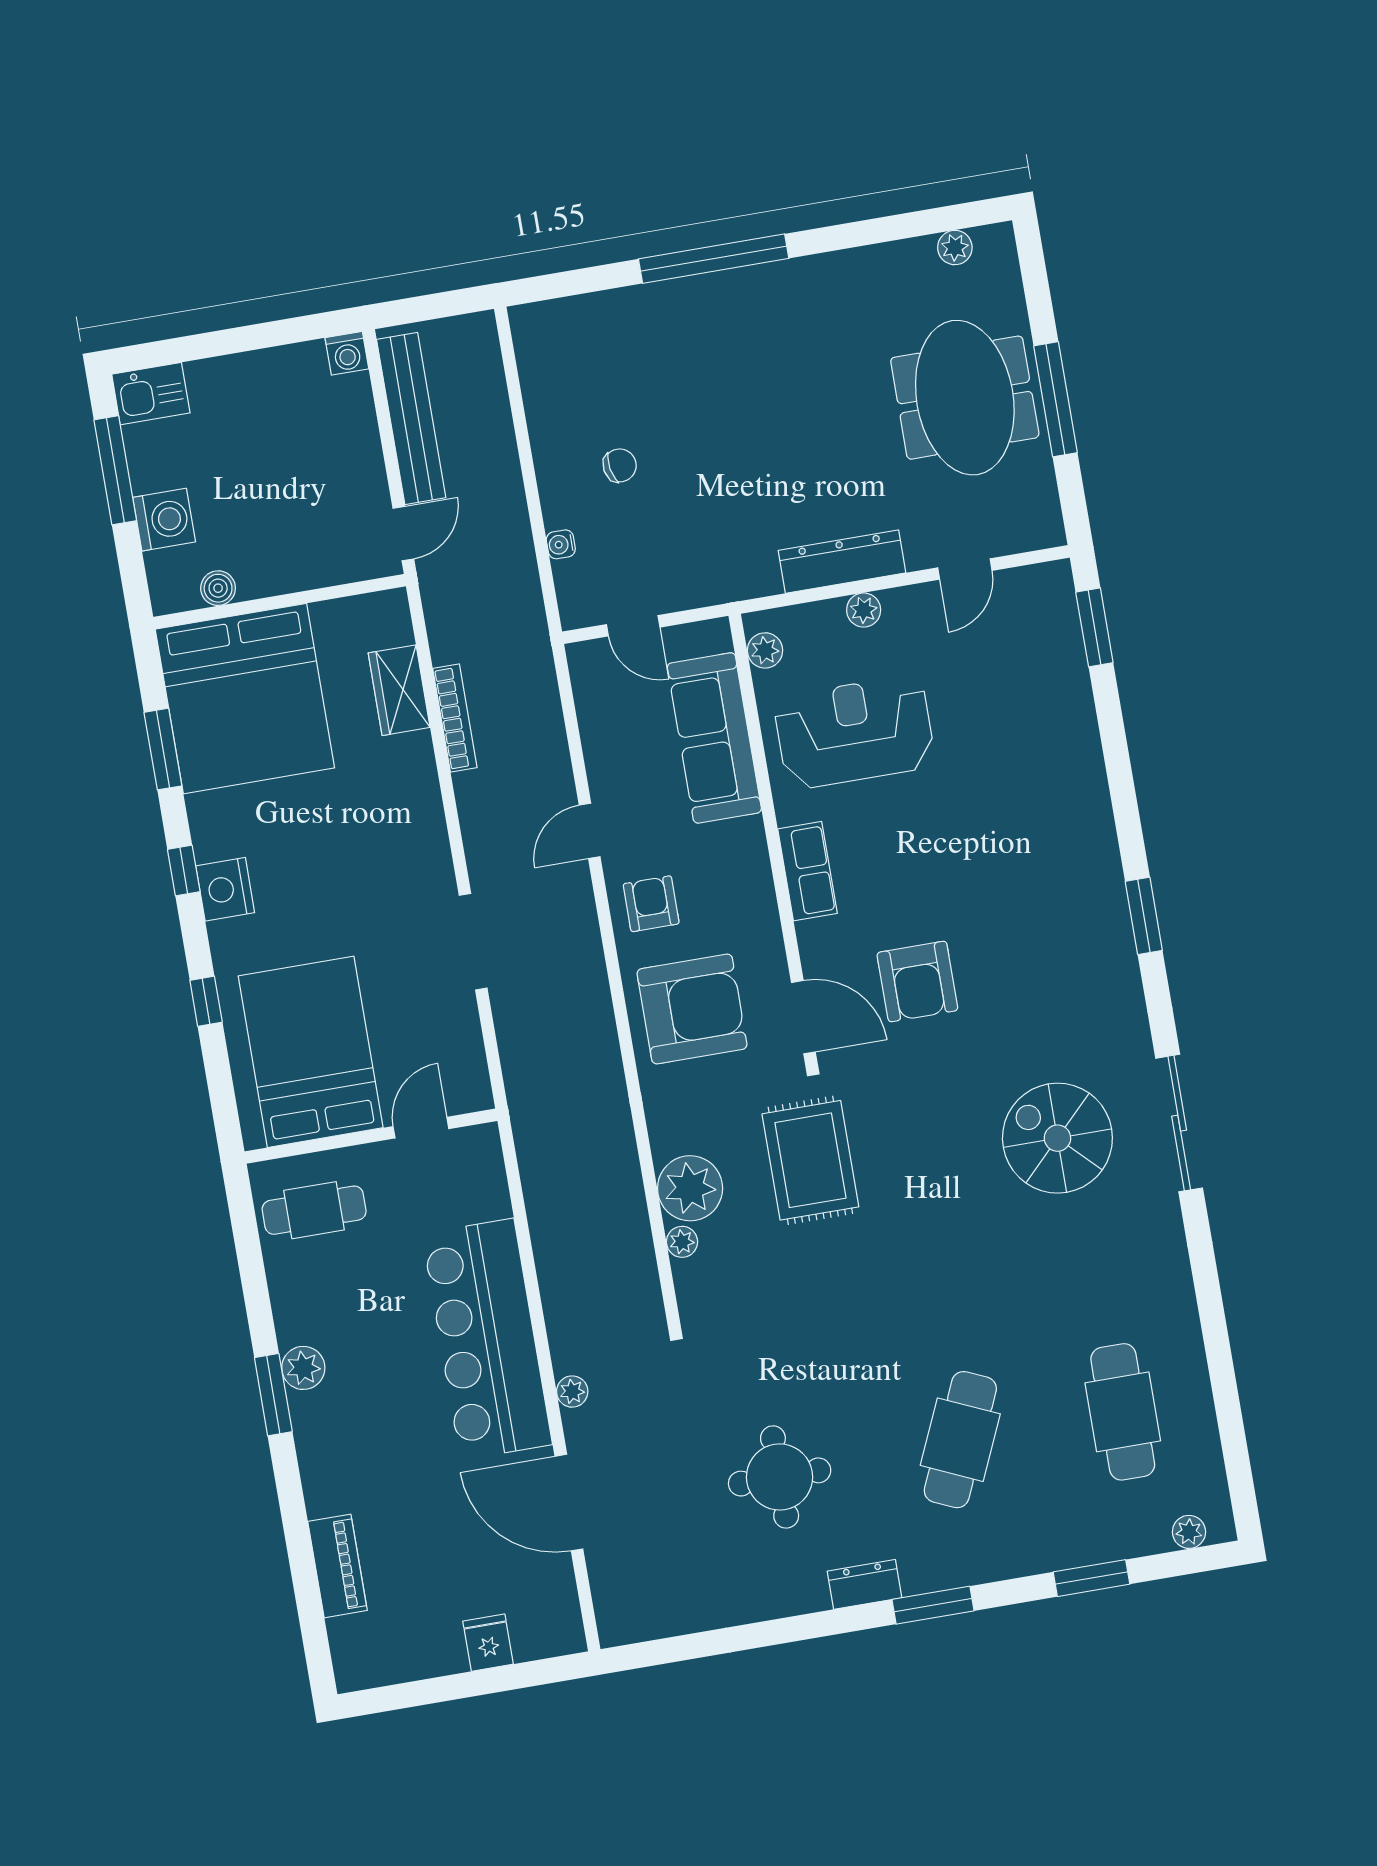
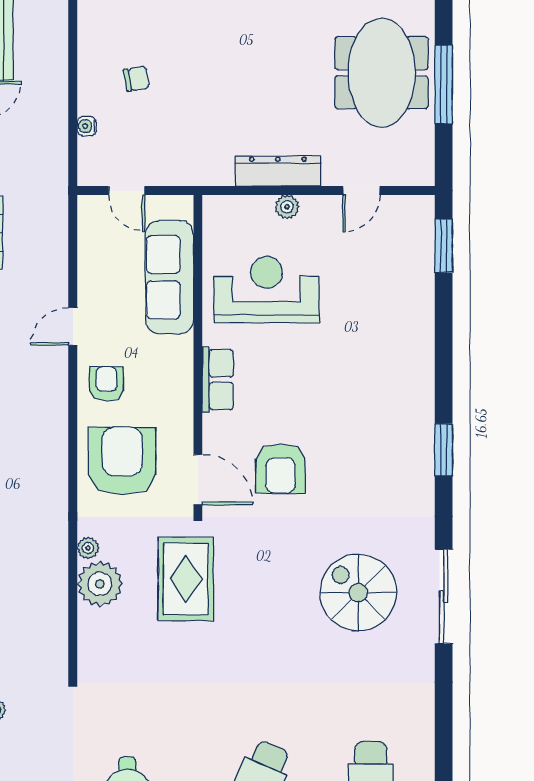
plant: (765, 650) -> (215, 223), removed
armchair: (692, 1009) -> (122, 461), turned -90
plant: (682, 1242) -> (88, 548), moved

